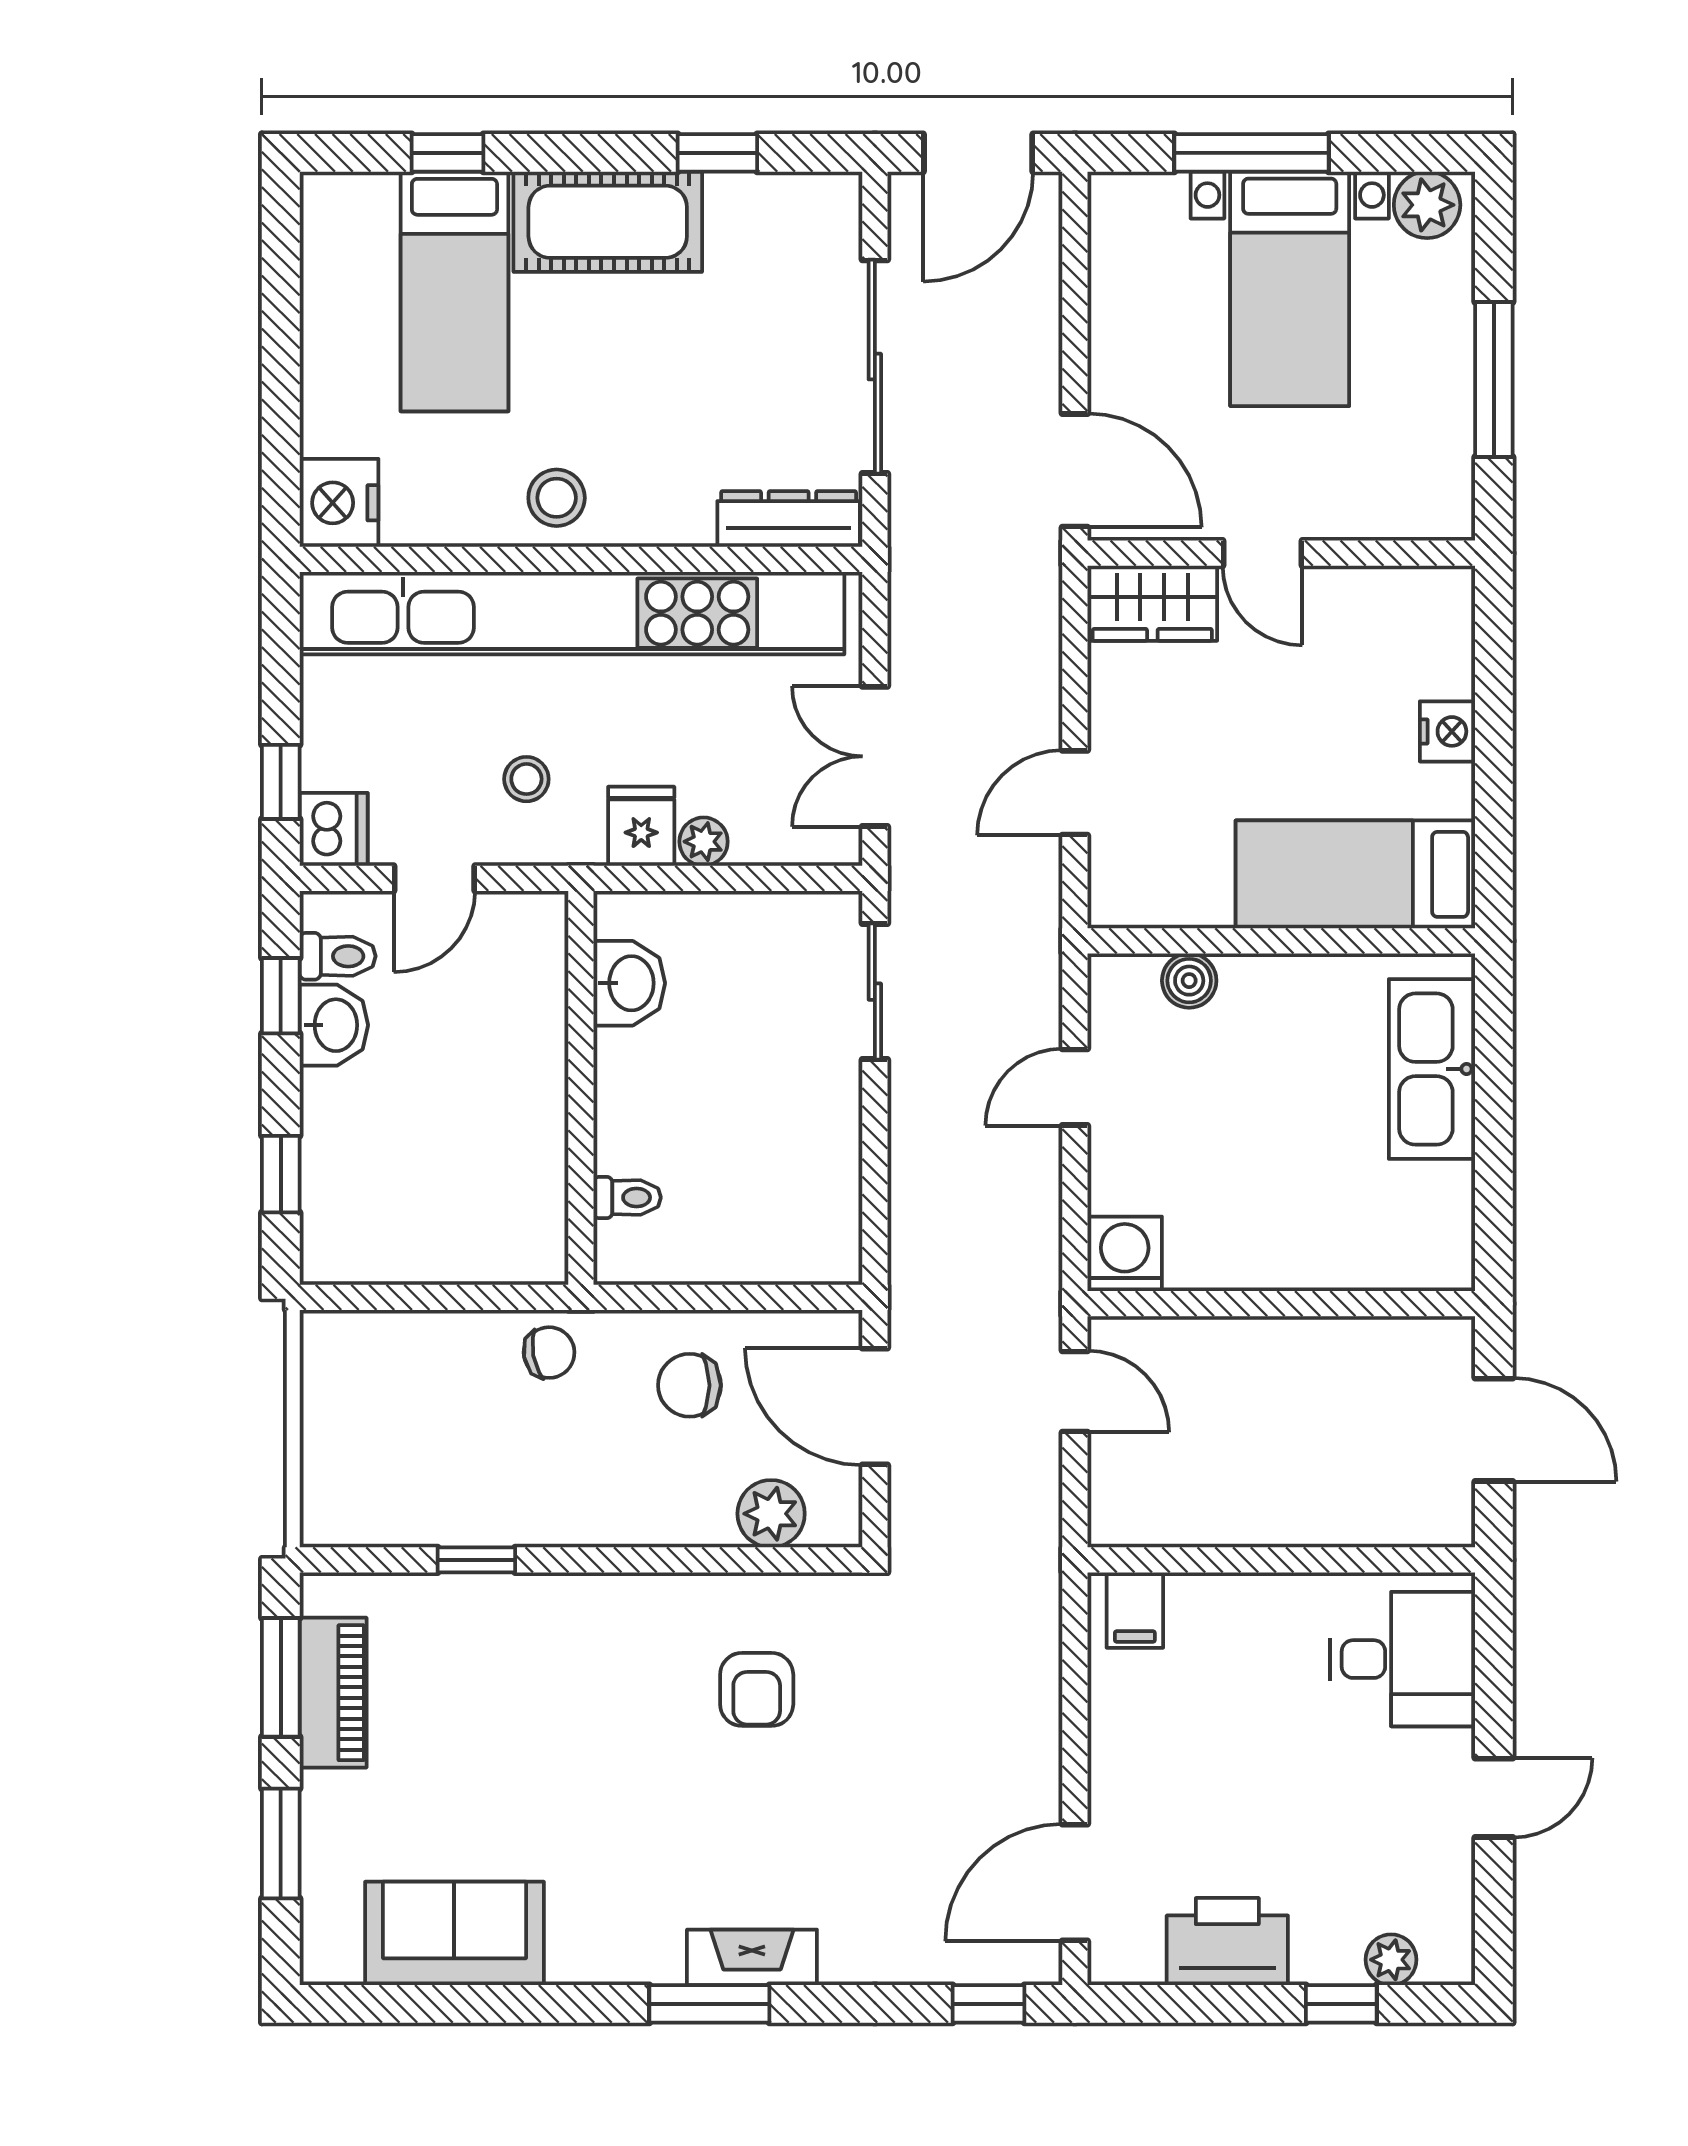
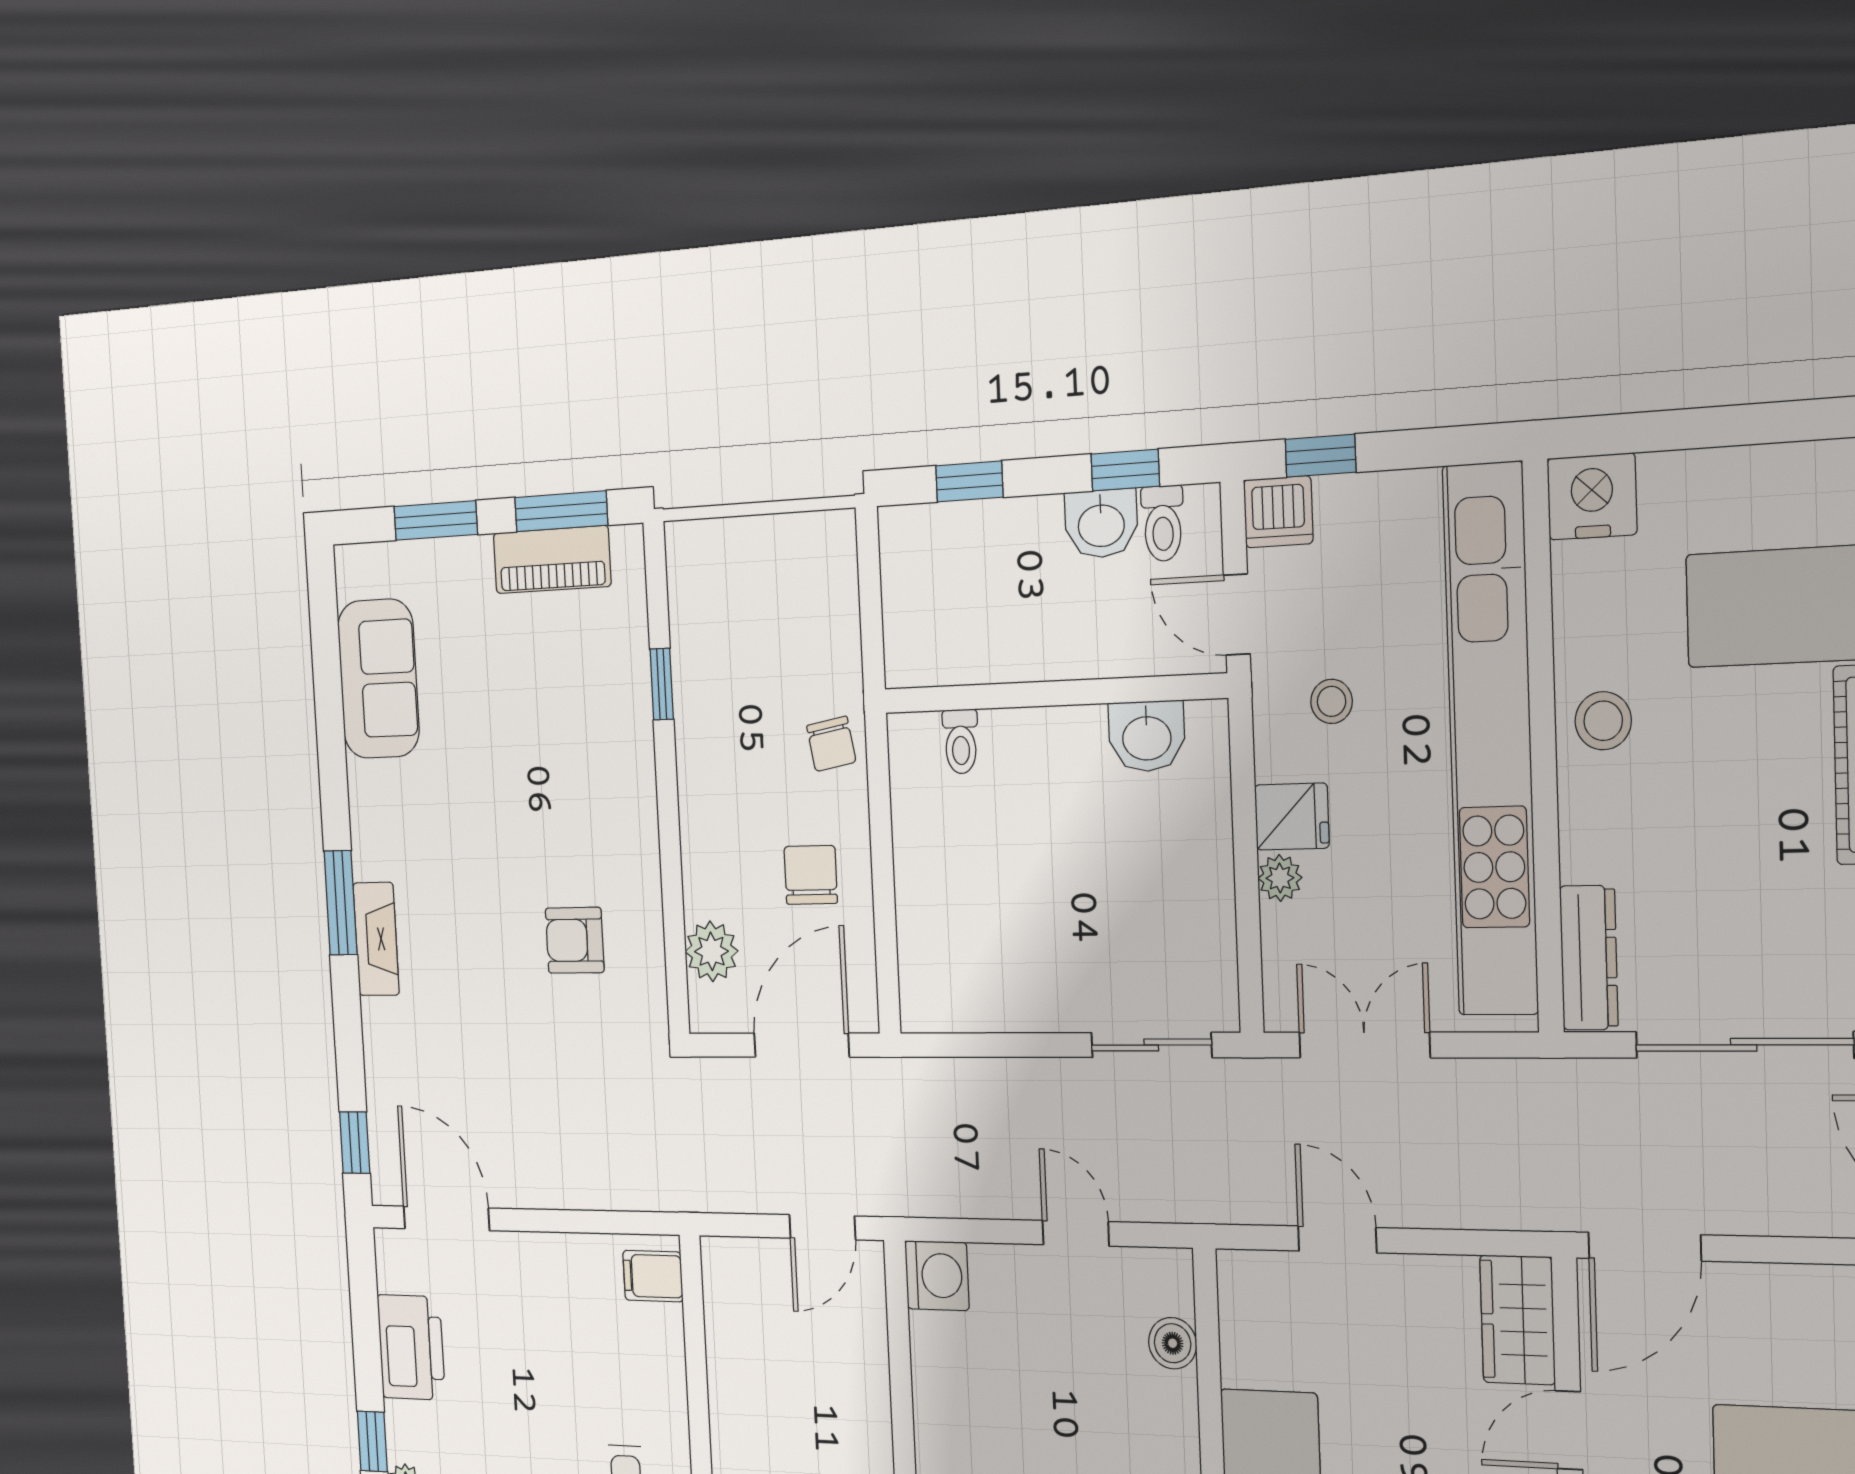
washbasin: (629, 983) -> (1147, 736), moved
wall: (581, 1088) -> (1053, 693), moved
toilet: (627, 1197) -> (961, 742), moved

